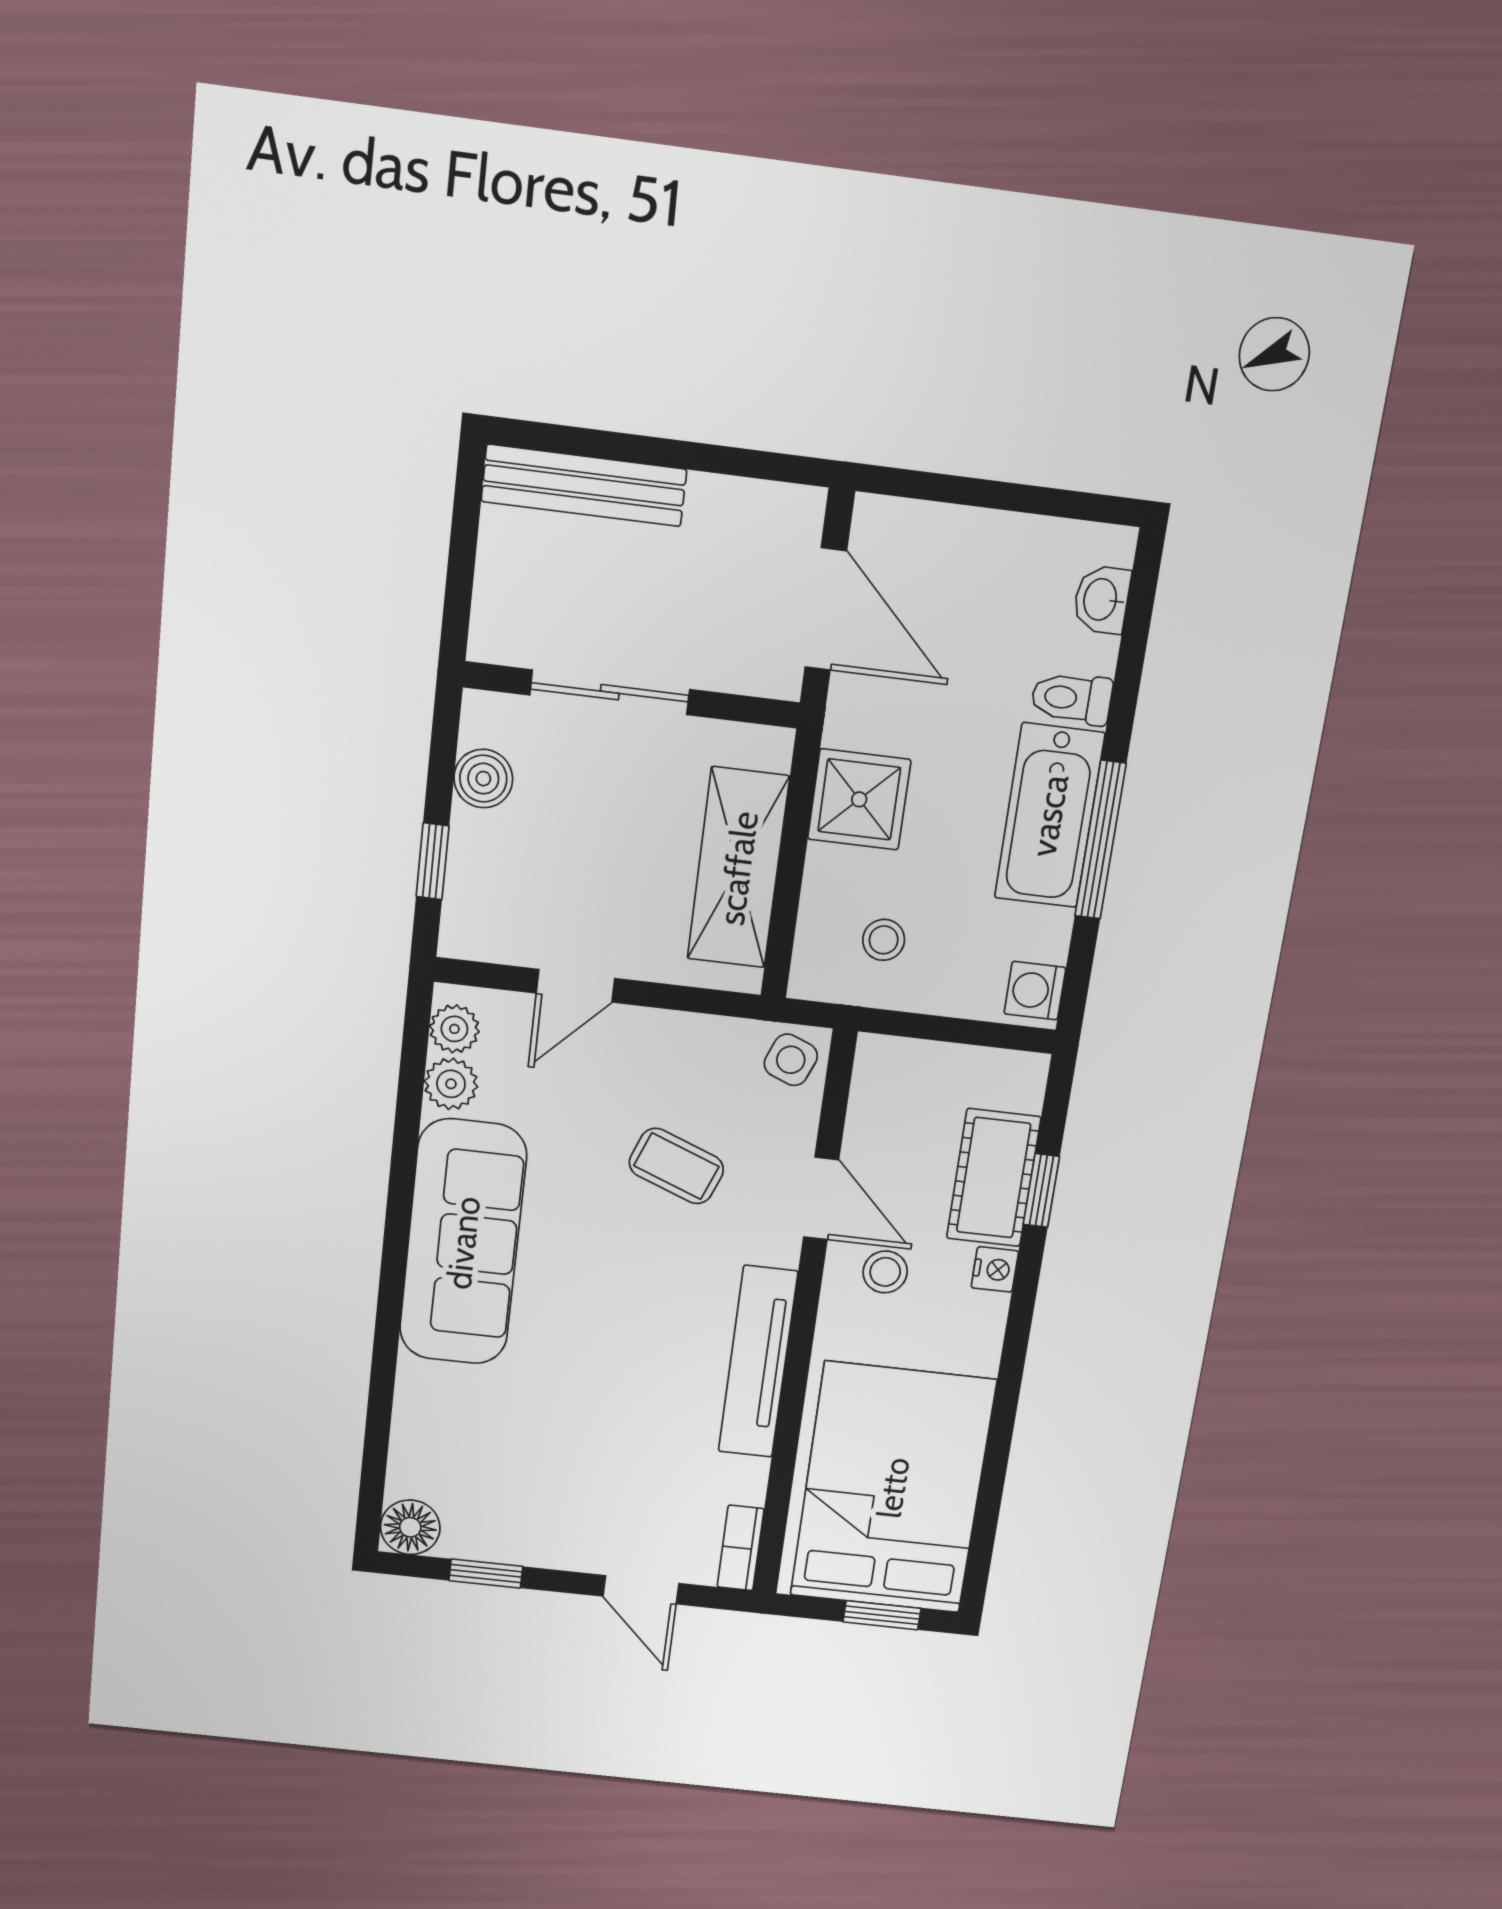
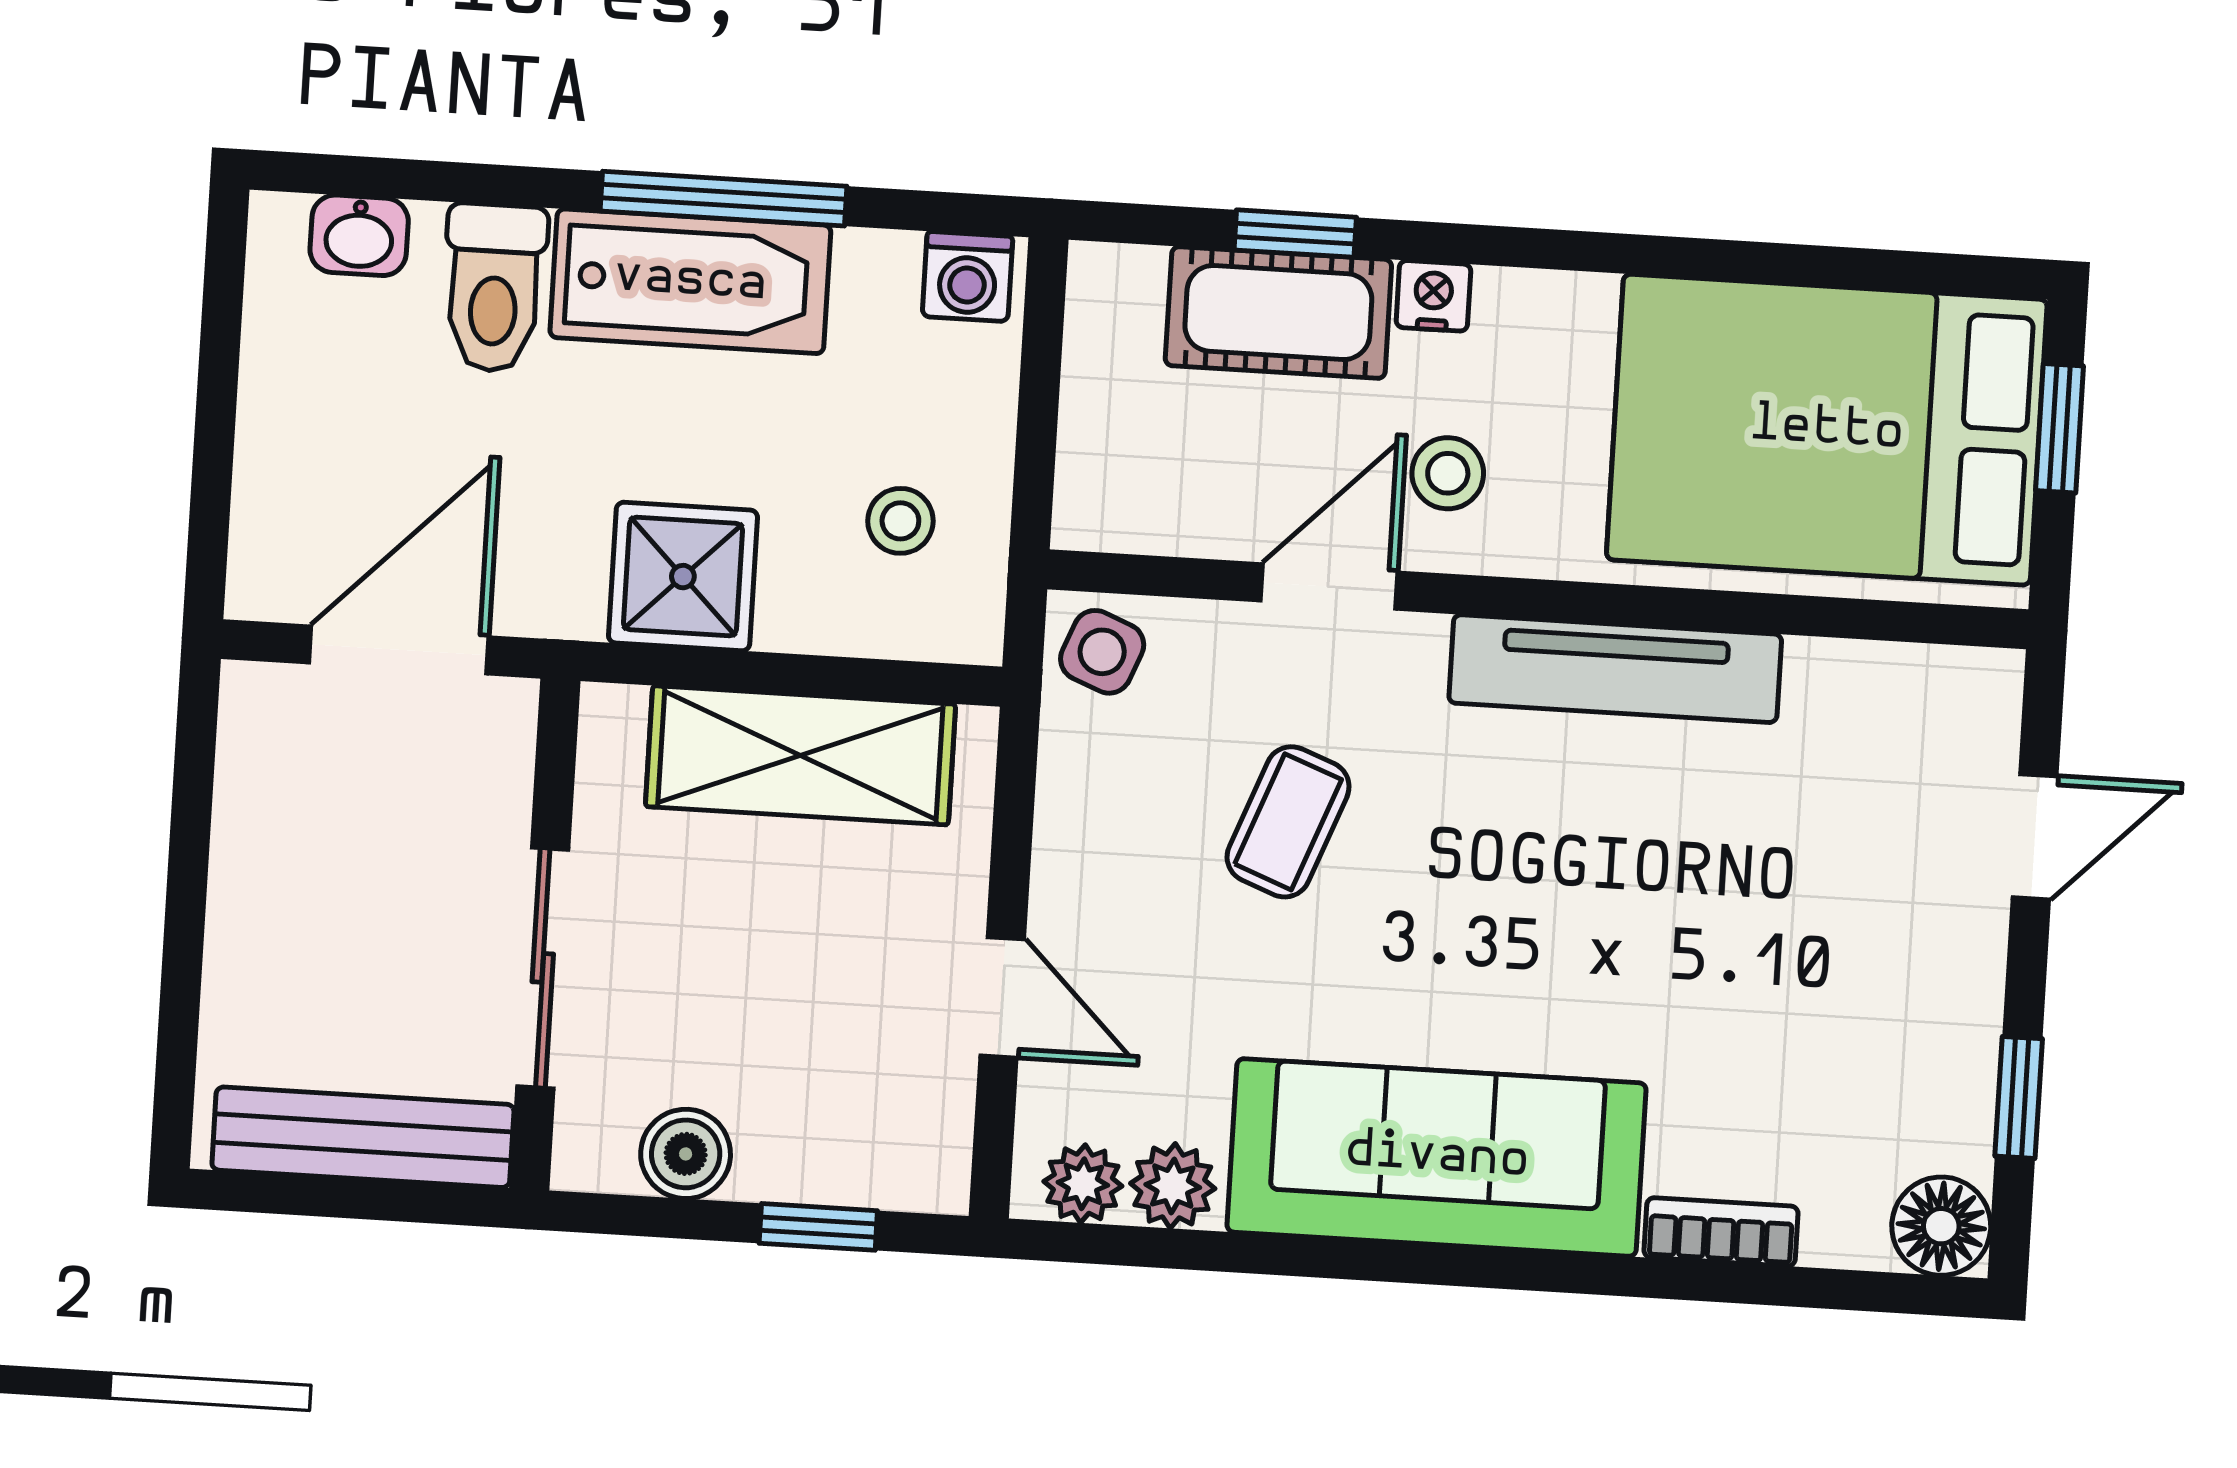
bench: (584, 485) -> (363, 1137), moved, turned 90
toilet: (1072, 698) -> (494, 288), width x1.37, depth x1.39
bookcase: (741, 1548) -> (1721, 1232), moved, turned 180

